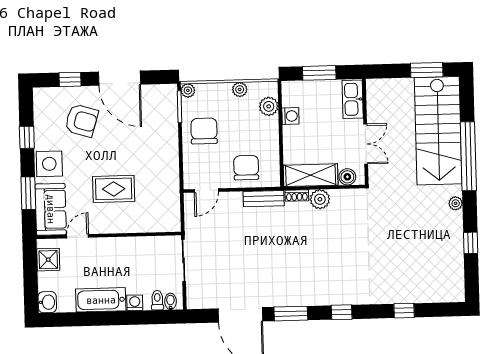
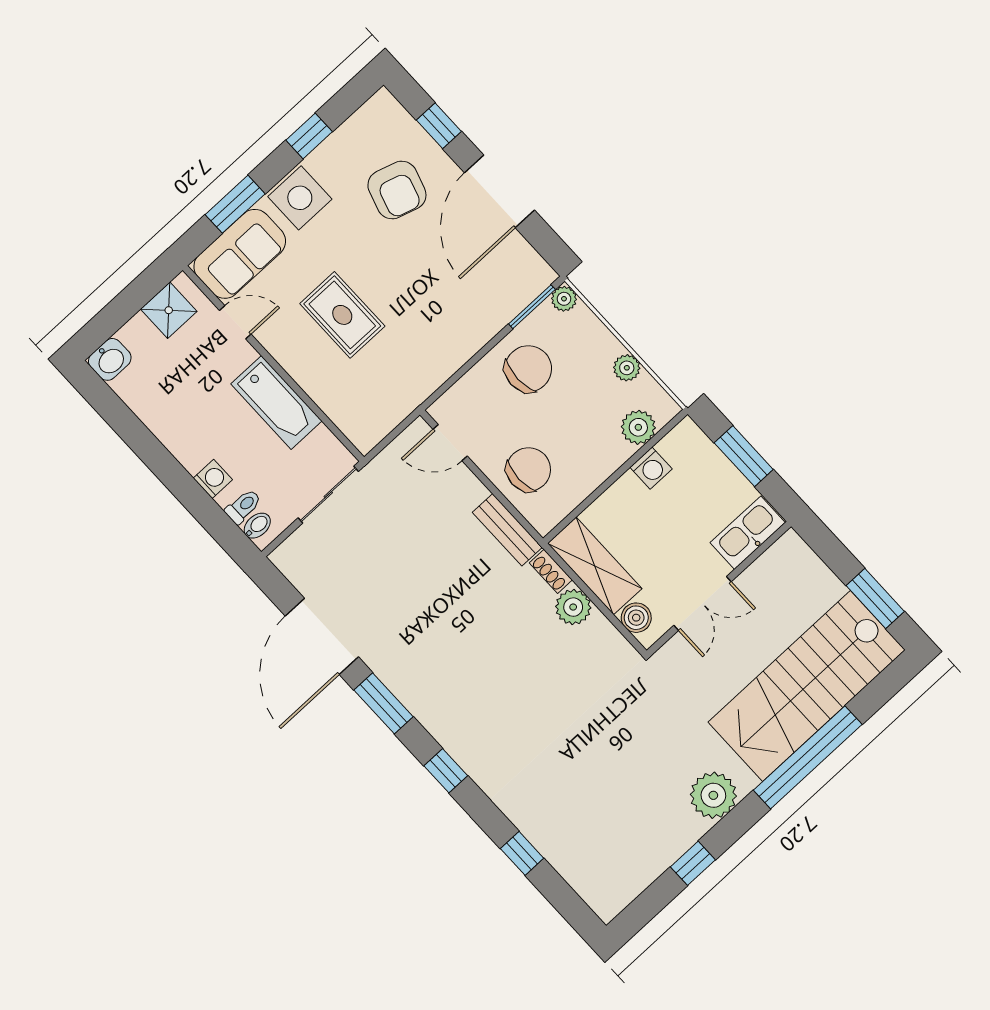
plant: (456, 203) -> (713, 795), width x1.88, depth x1.88
bathtub: (101, 300) -> (276, 402), moved, turned 180

